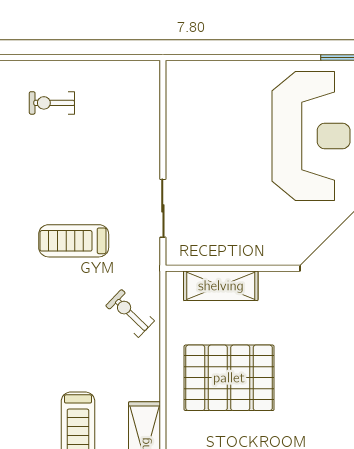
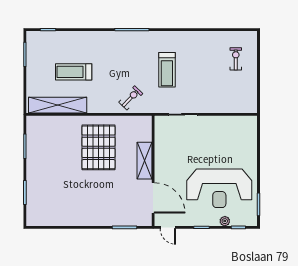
treadmill: (74, 241) -> (167, 70), turned 180
shelving: (221, 286) -> (145, 161), moved

